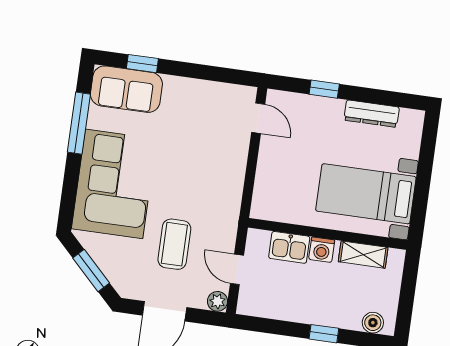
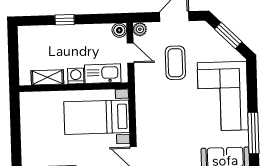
bed with nightstands: (366, 194) -> (97, 117), moved, turned 180
kitchen sink: (289, 247) -> (103, 74), width x1.38
boiler: (373, 323) -> (119, 30), moved

